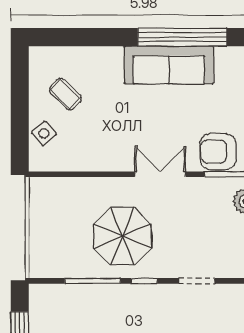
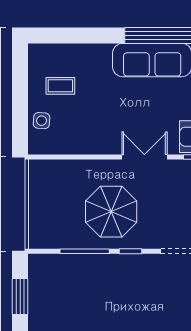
coffee table: (65, 94) -> (60, 86), turned -44
side table: (44, 133) -> (41, 121), turned 45

